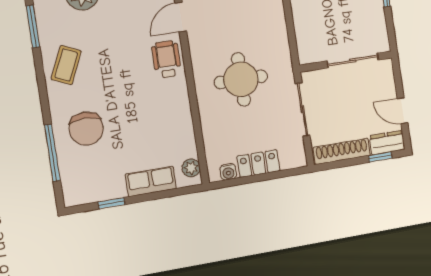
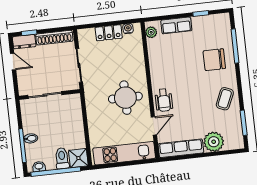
round table: (241, 79) -> (125, 98), moved
chair: (86, 129) -> (214, 60), turned -90

